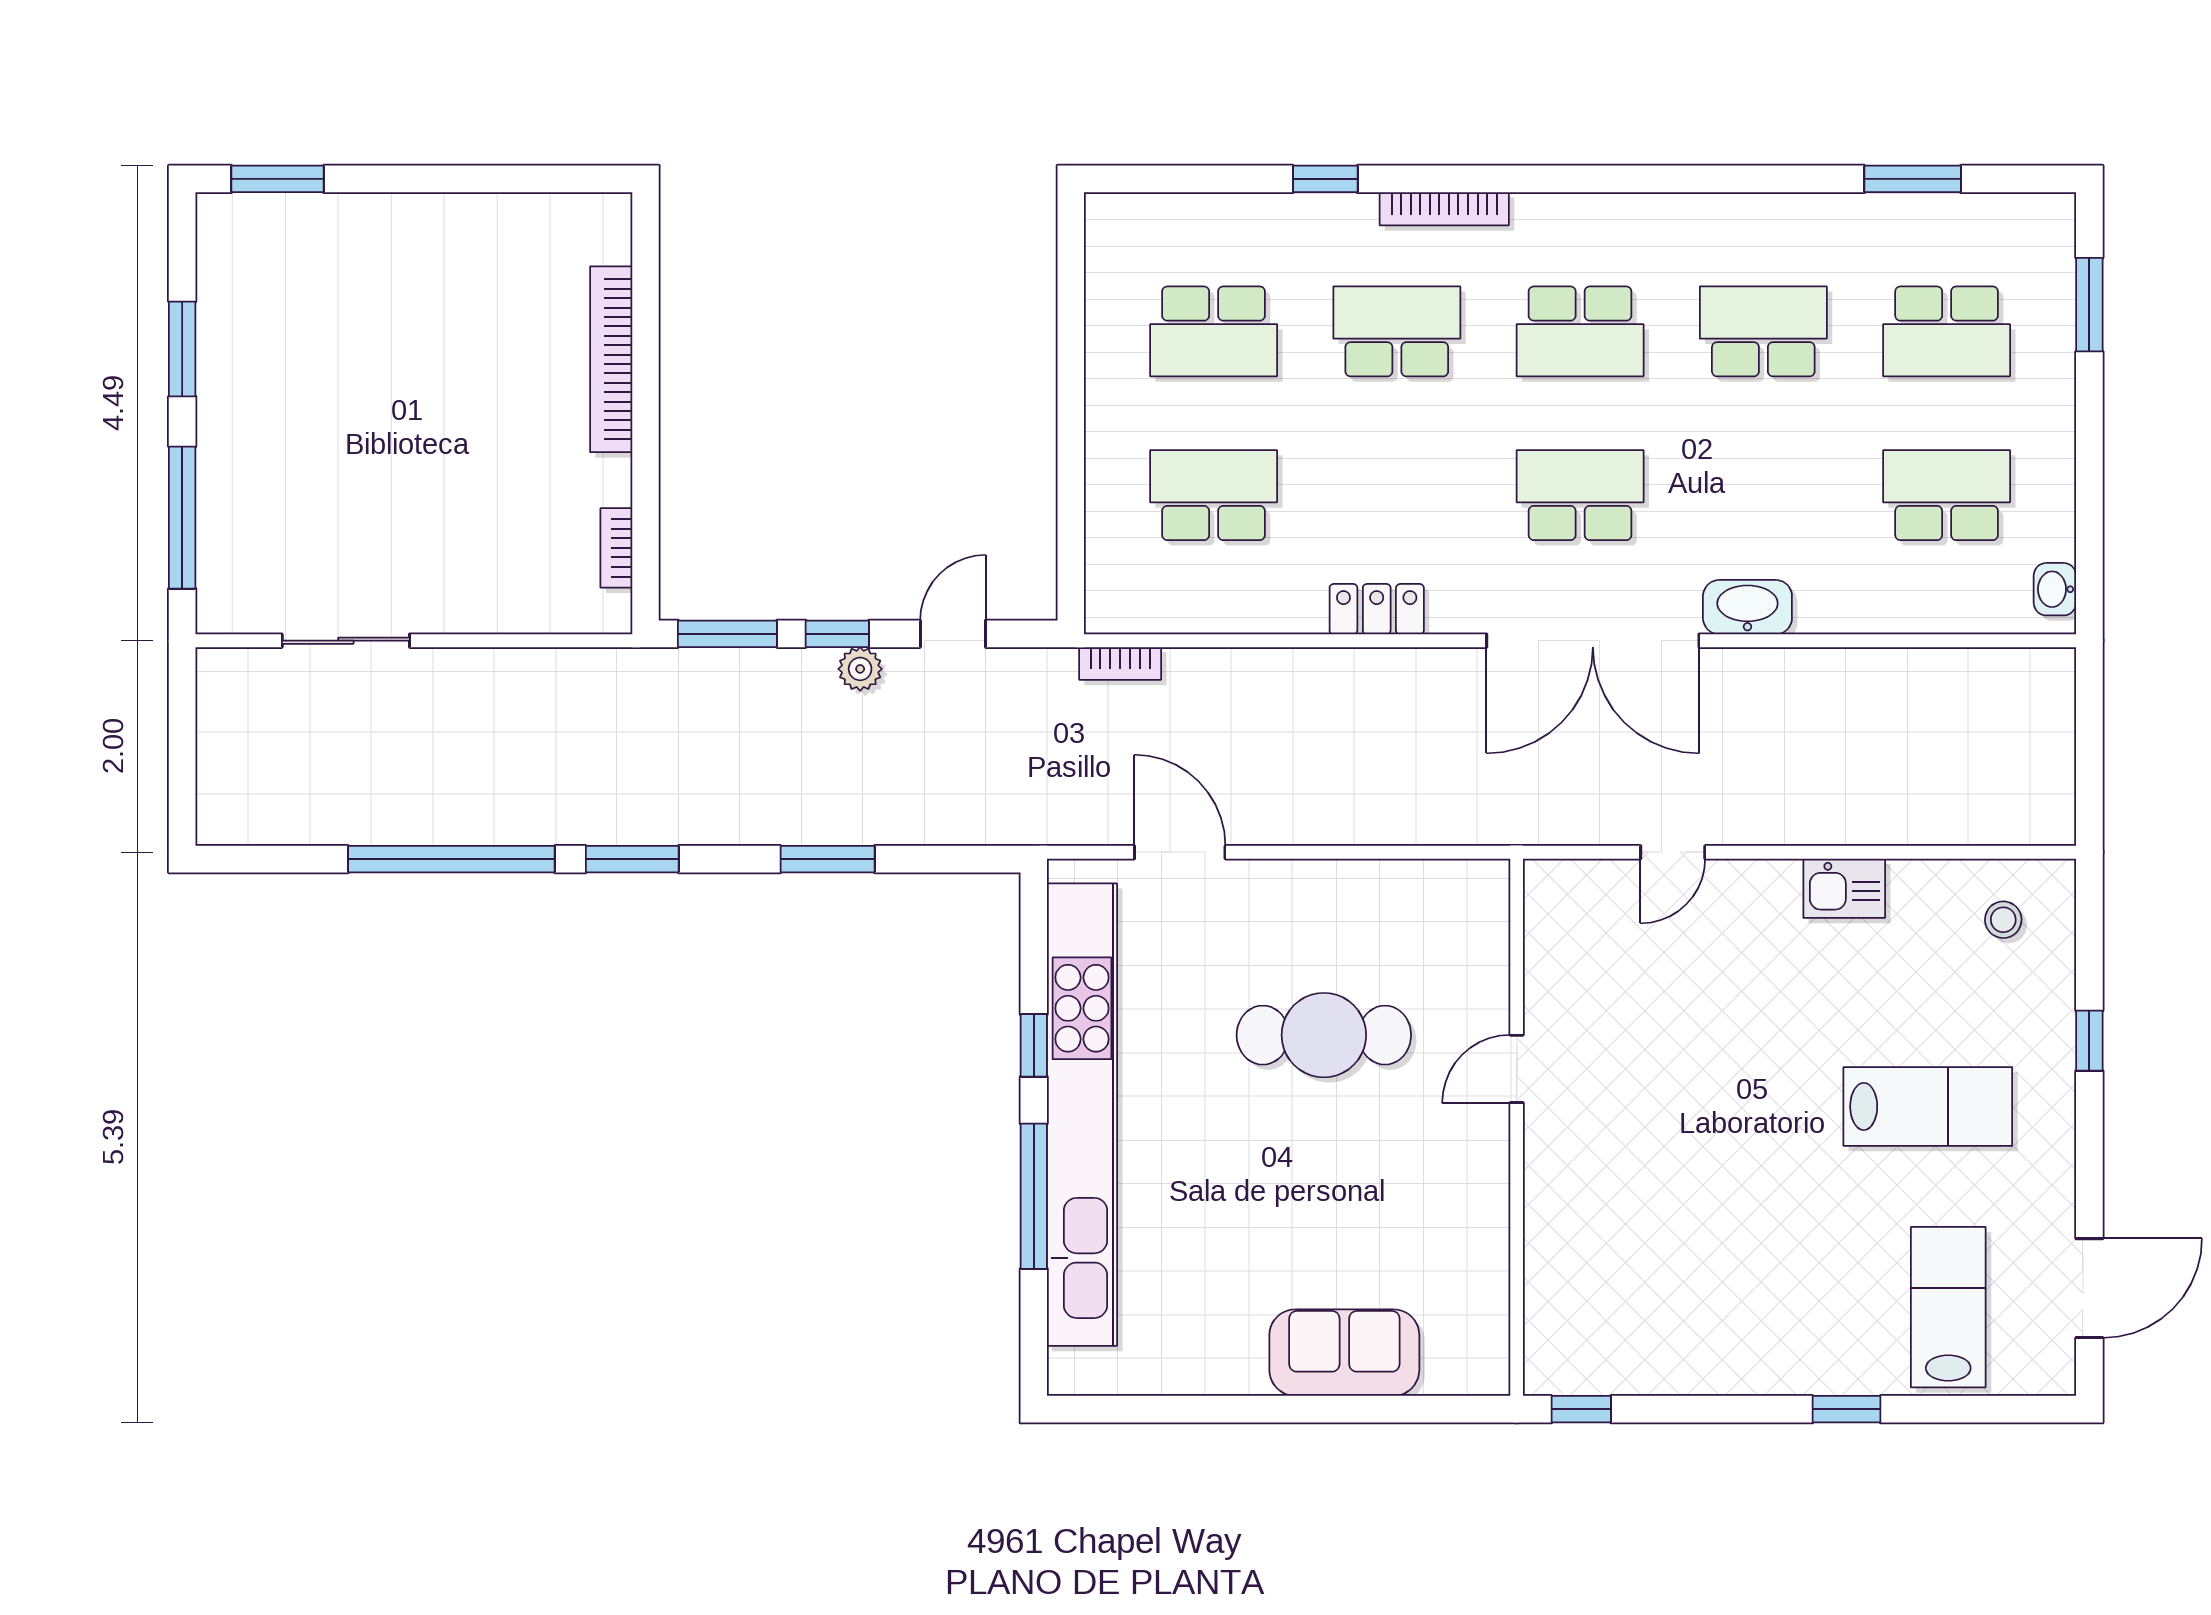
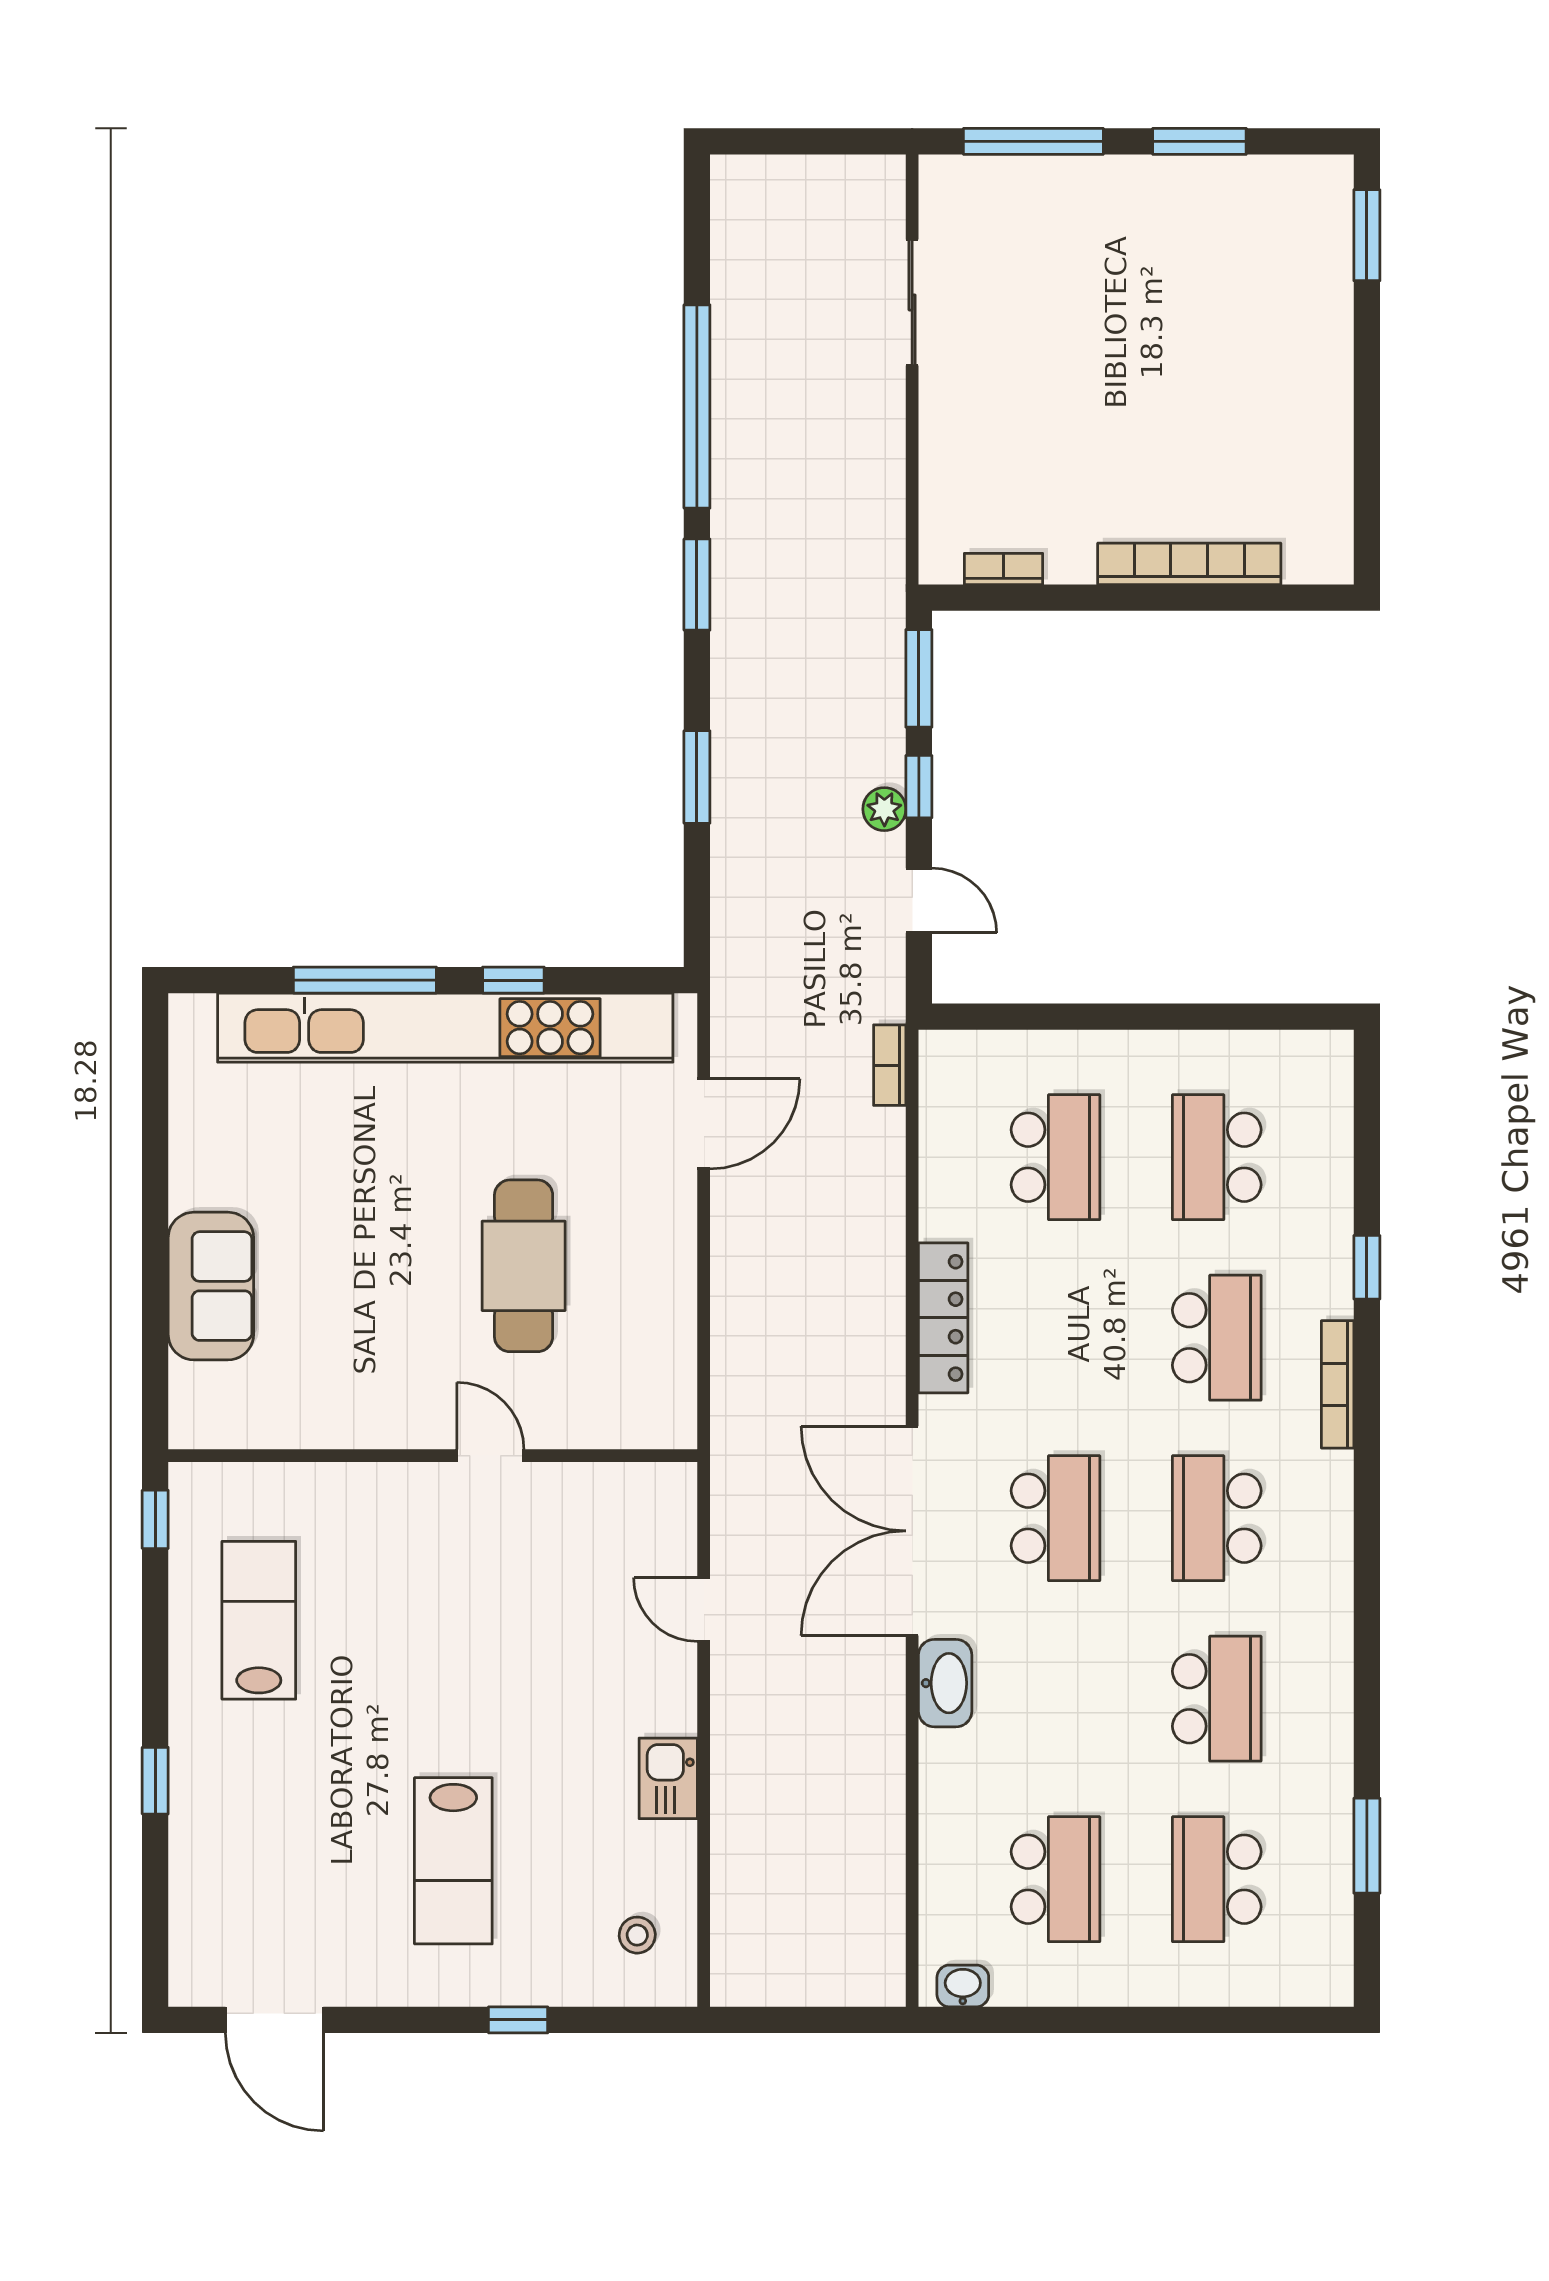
window: (2089, 305) -> (1243, 2020), removed
locker: (1377, 609) -> (943, 1318), width x1.53
lab bench: (1948, 1307) -> (259, 1620), moved, turned -90

